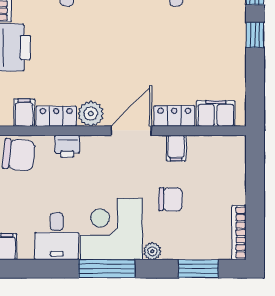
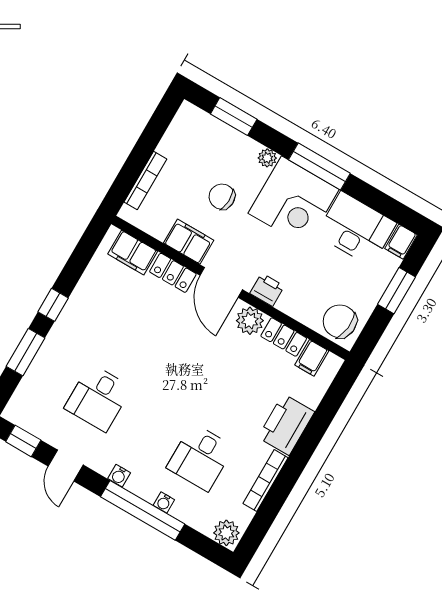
door: (131, 131) -> (221, 282), hinge flipped
printer: (67, 146) -> (267, 290), moved
filing cabinet: (176, 148) -> (189, 242), width x2.00
bookcase: (239, 233) -> (145, 181), moved
desk: (57, 236) -> (356, 229), width x1.37

